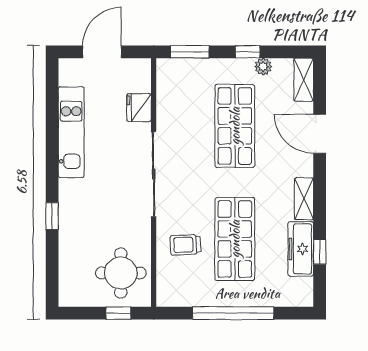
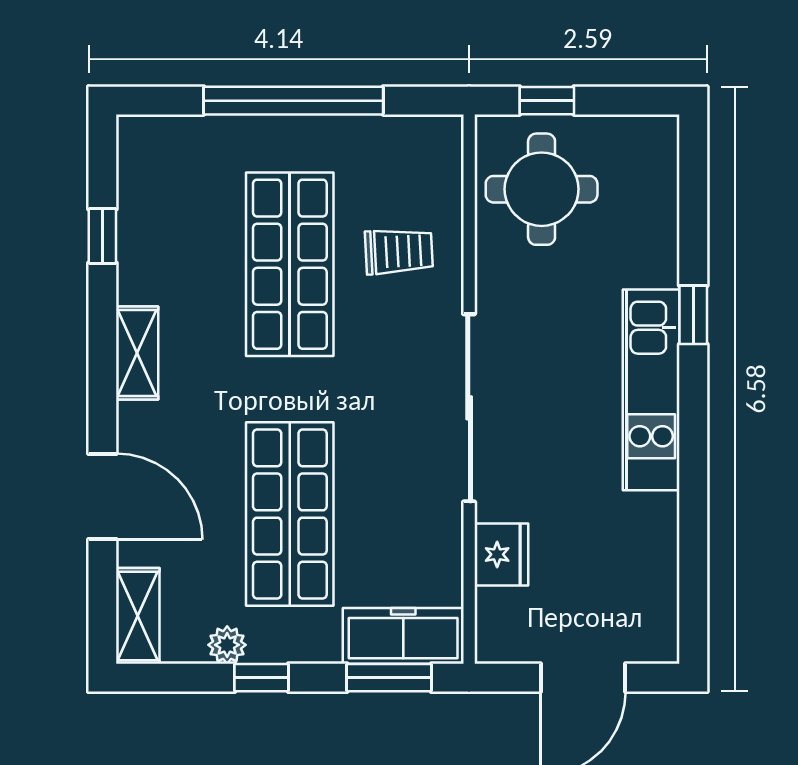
kitchen unit: (71, 132) -> (651, 390), moved
freezer: (301, 249) -> (403, 636), moved, turned -90

